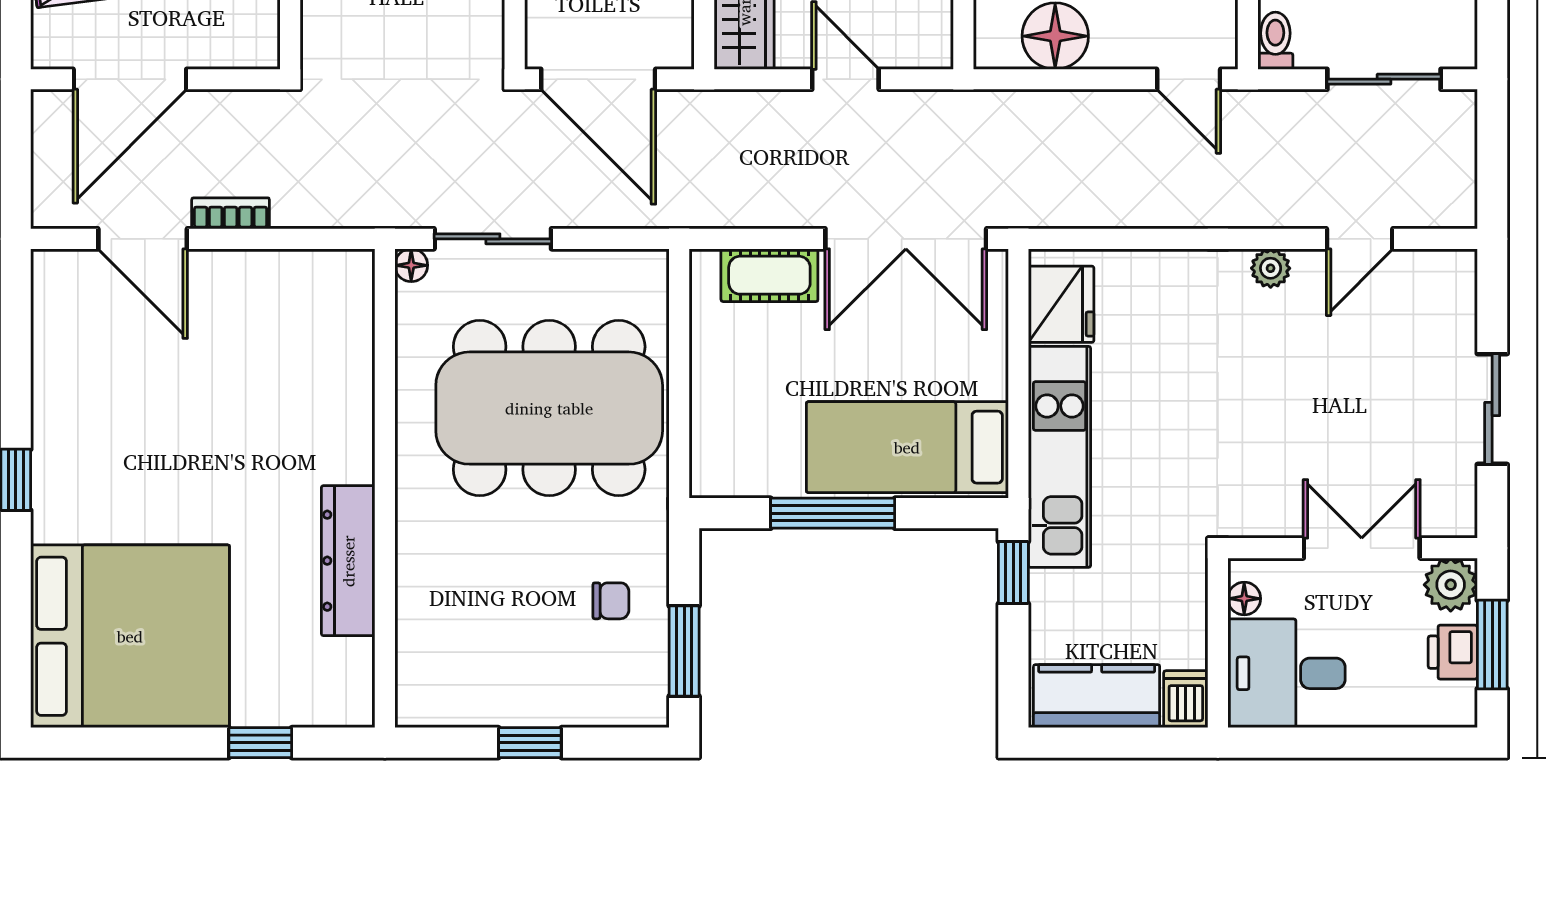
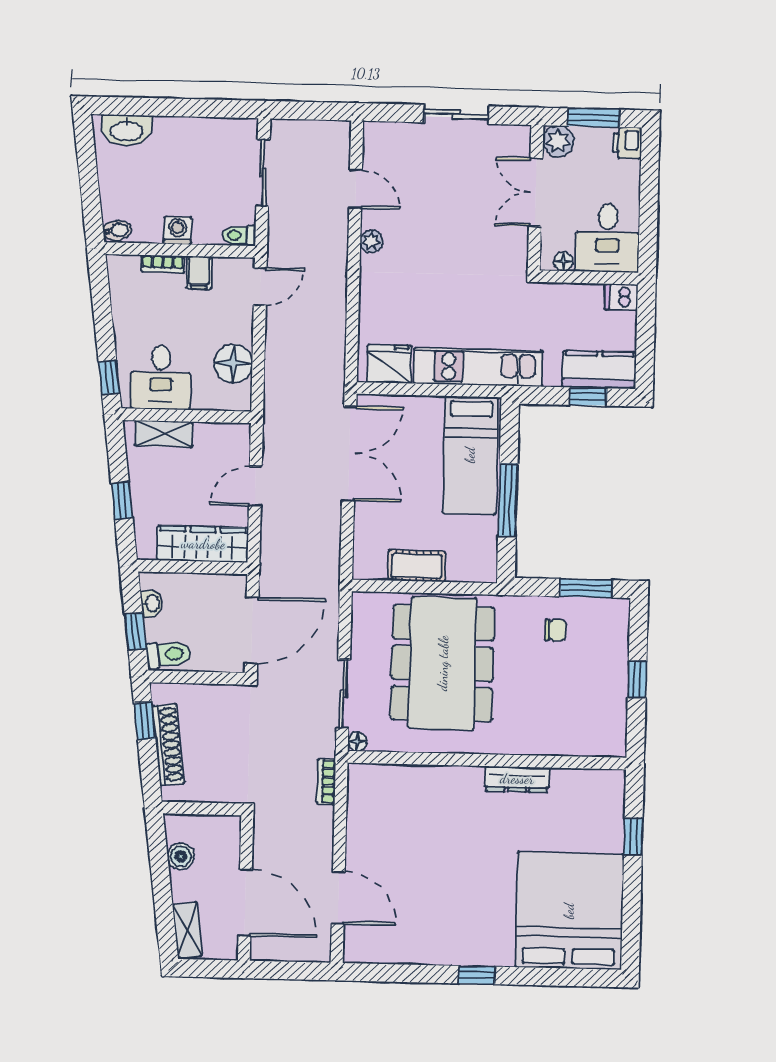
bookcase: (231, 213) -> (326, 781), moved
door: (143, 239) -> (338, 898), hinge flipped
cot: (769, 275) -> (417, 566), moved, turned 90
dresser: (348, 561) -> (517, 779), width x0.73, depth x0.80
window: (1013, 573) -> (588, 397), moved
chair: (611, 601) -> (556, 630), turned 90
printer: (1453, 652) -> (627, 143), moved, turned 90
kitchen counter: (1097, 696) -> (599, 370), moved, turned 90

